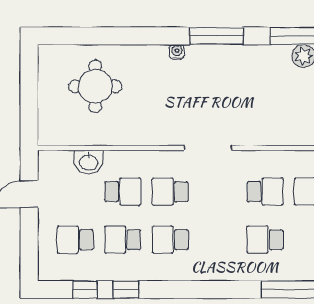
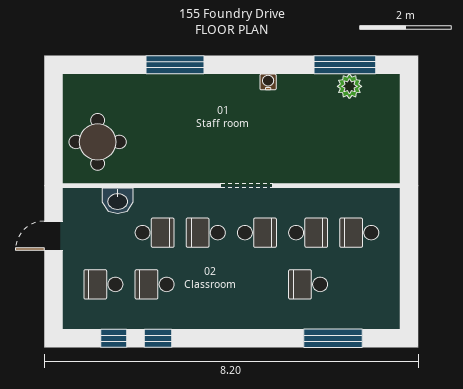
window: (216, 36) -> (175, 65), moved
water cooler: (177, 52) -> (268, 82), moved
round table: (95, 86) -> (98, 142), moved
school desk: (170, 240) -> (257, 233), moved, turned 180

